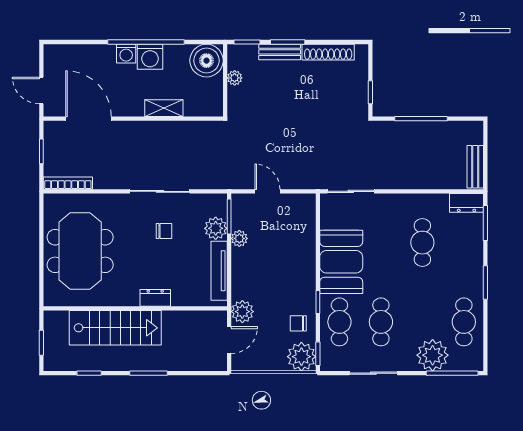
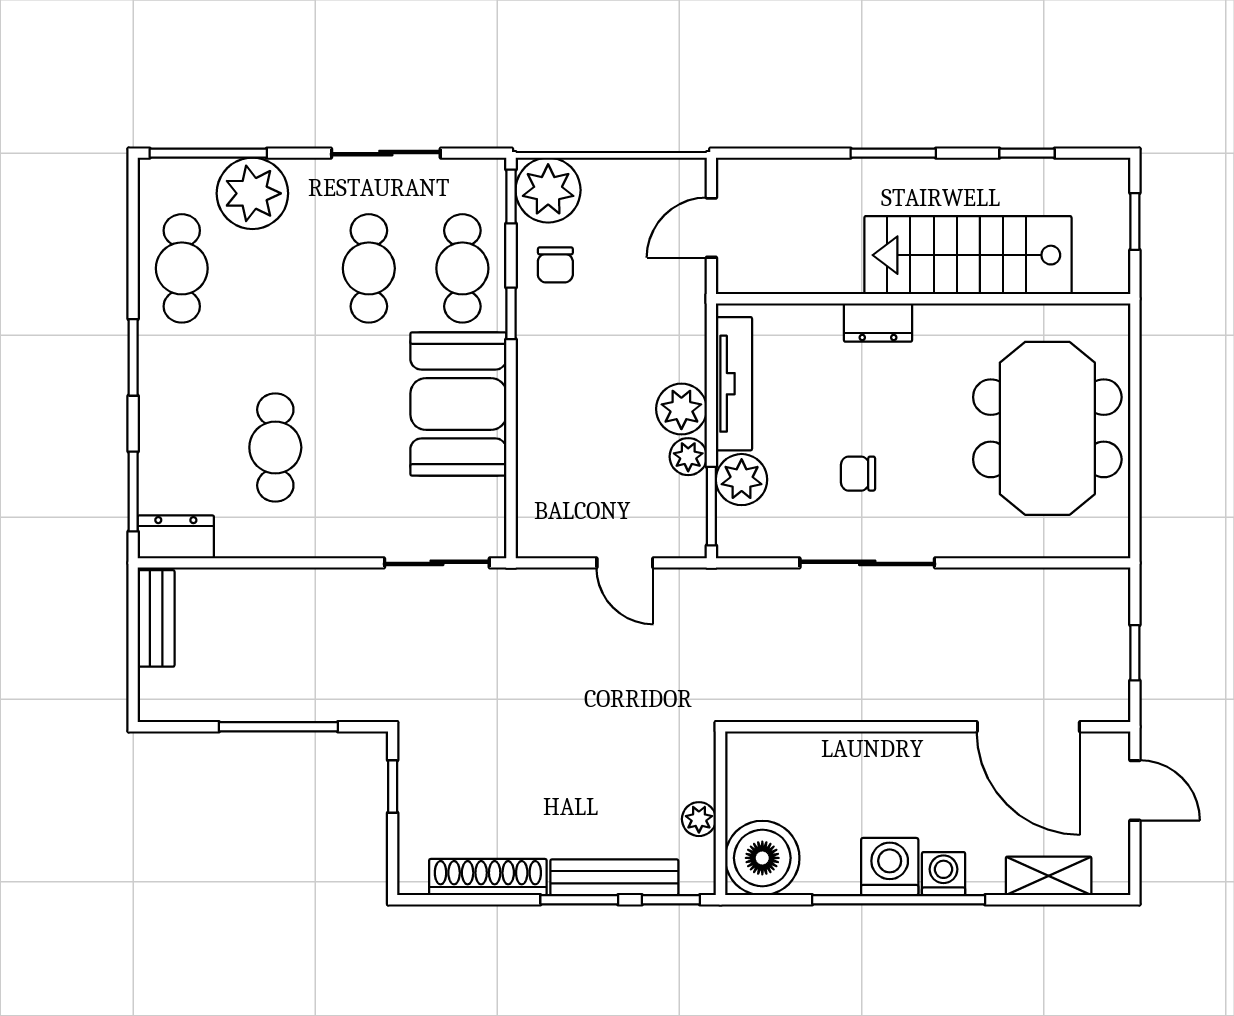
bench: (280, 52) -> (614, 877), width x1.36
shelving: (164, 108) -> (1049, 876), moved
bookcase: (68, 183) -> (1075, 582), removed
plant: (242, 312) -> (681, 409), moved
chair: (298, 323) -> (555, 265), turned 90

